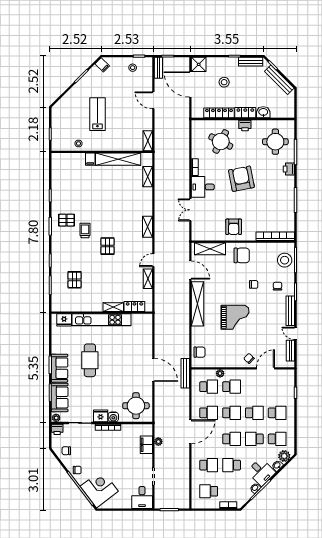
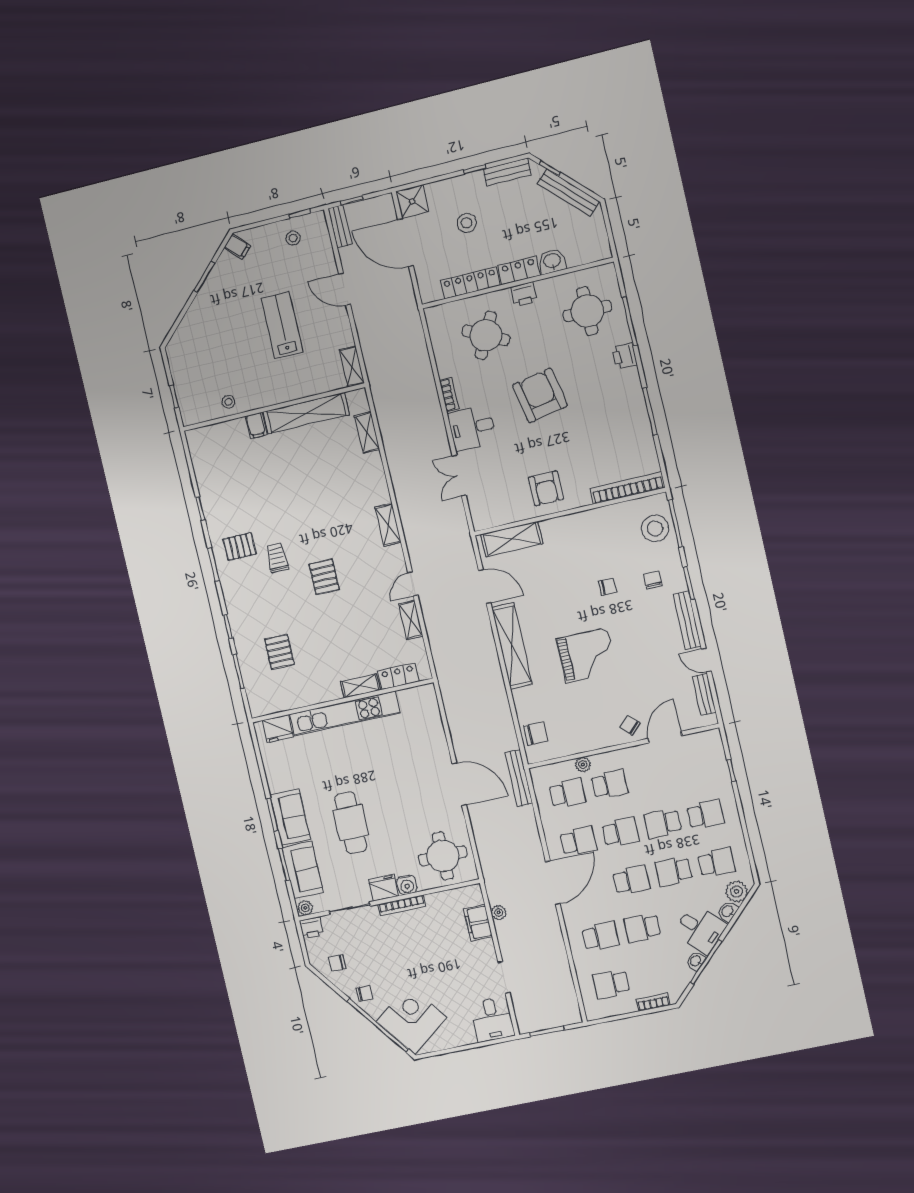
lab bench: (97, 114) -> (282, 325), moved
chair: (242, 255) -> (573, 538), removed
cafe table: (90, 360) -> (351, 823), moved
school desk: (254, 413) -> (663, 823), turned 180

